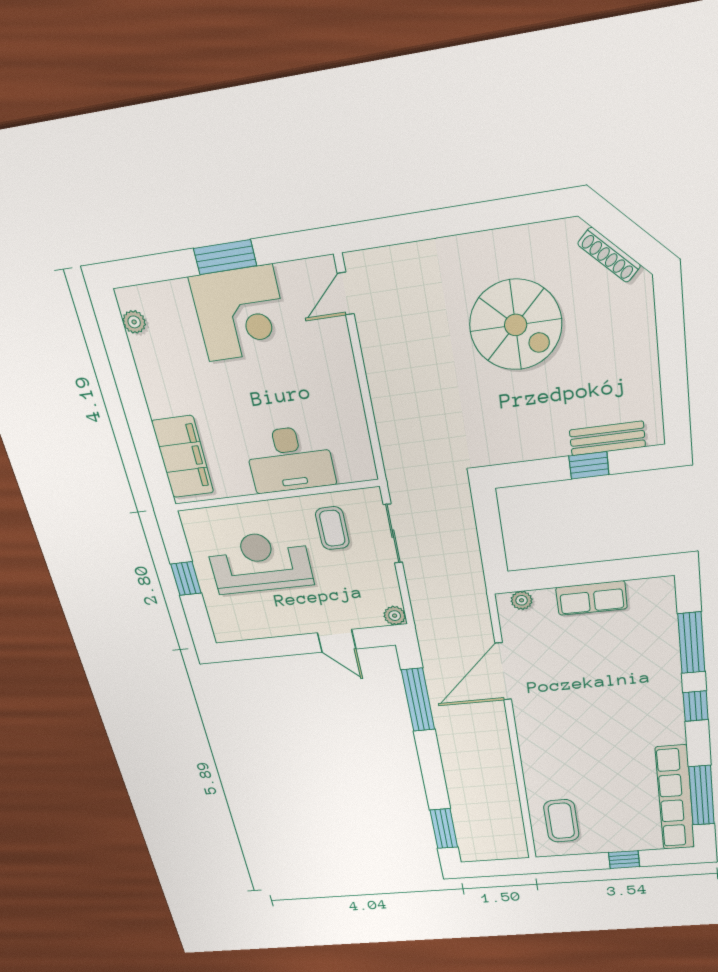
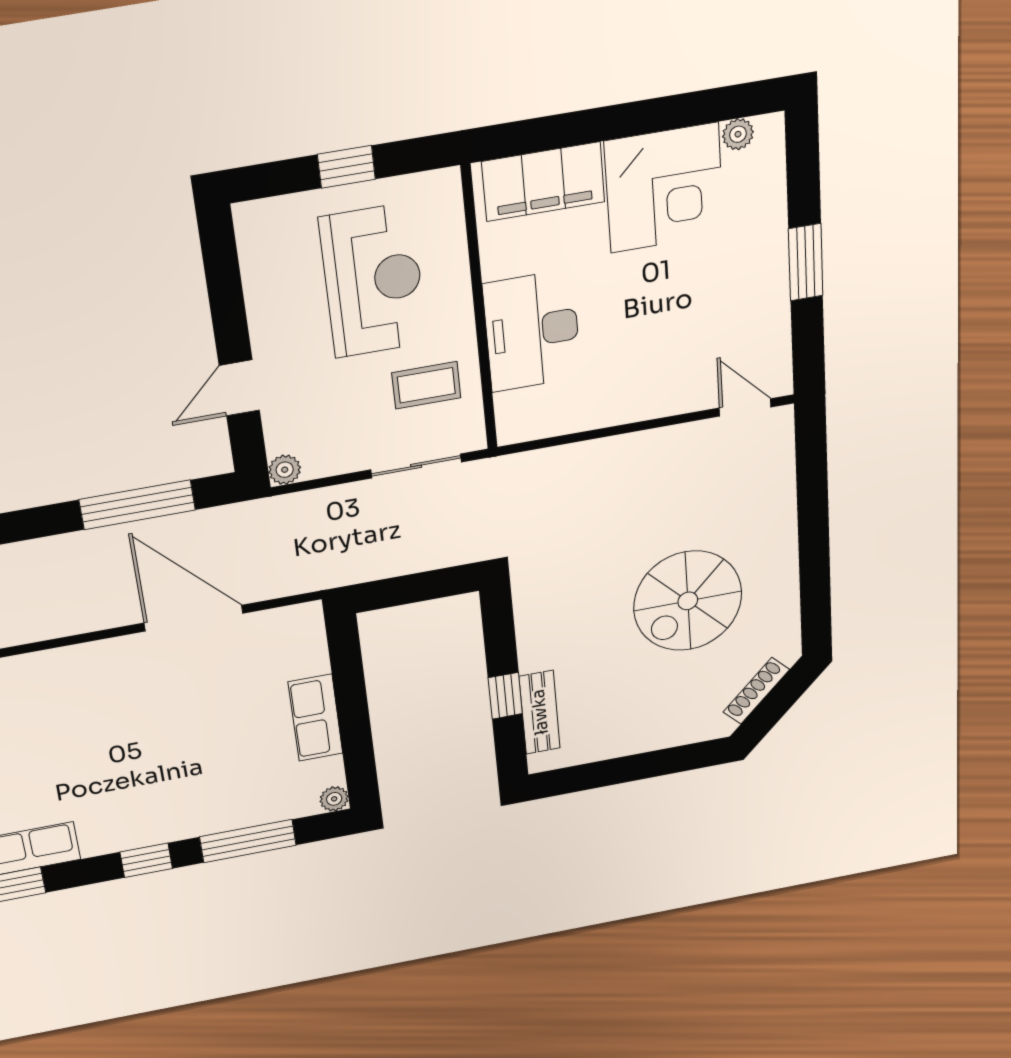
corner desk: (240, 314) -> (664, 188), moved, turned -90
plant: (522, 600) -> (334, 799), moved

